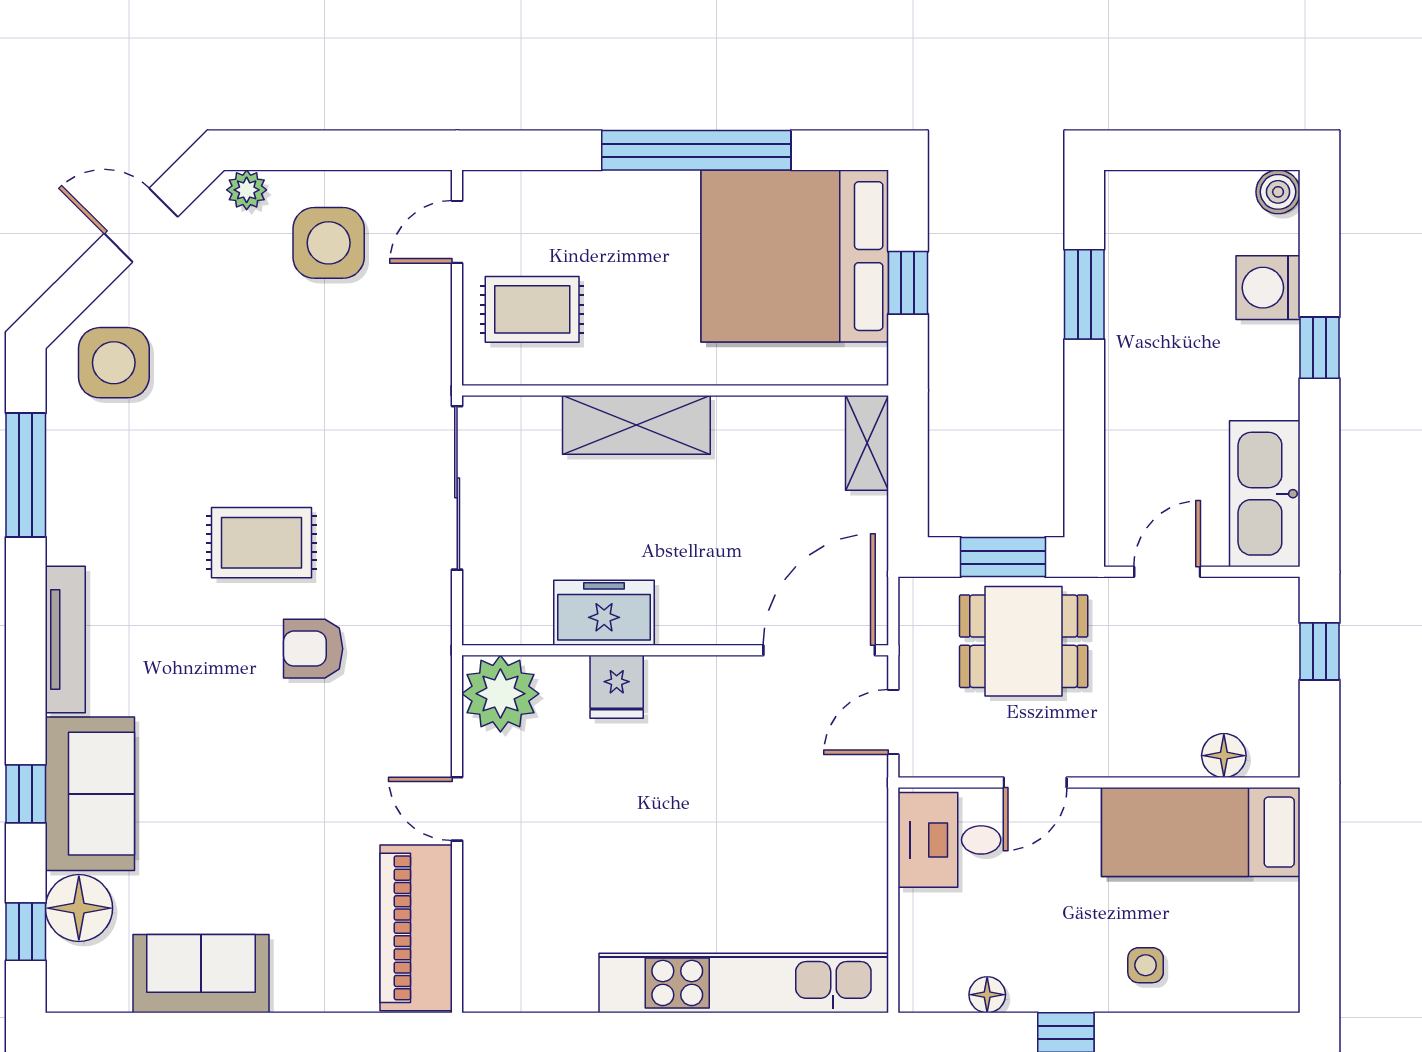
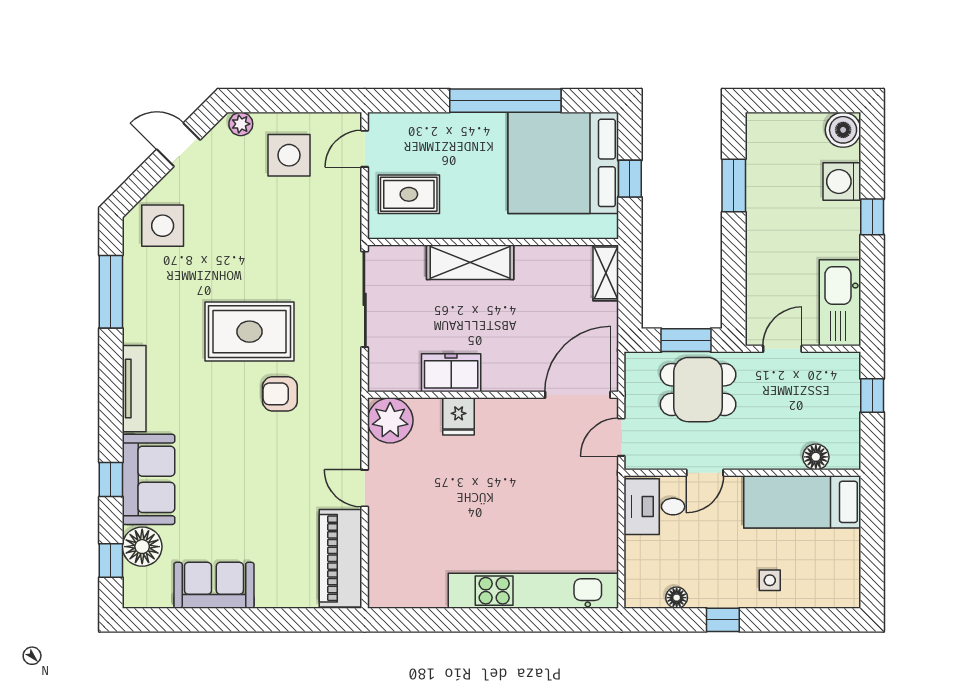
boiler: (1278, 192) -> (843, 130), width x1.36, depth x1.36
rug: (261, 543) -> (250, 332), width x1.36, depth x1.43

